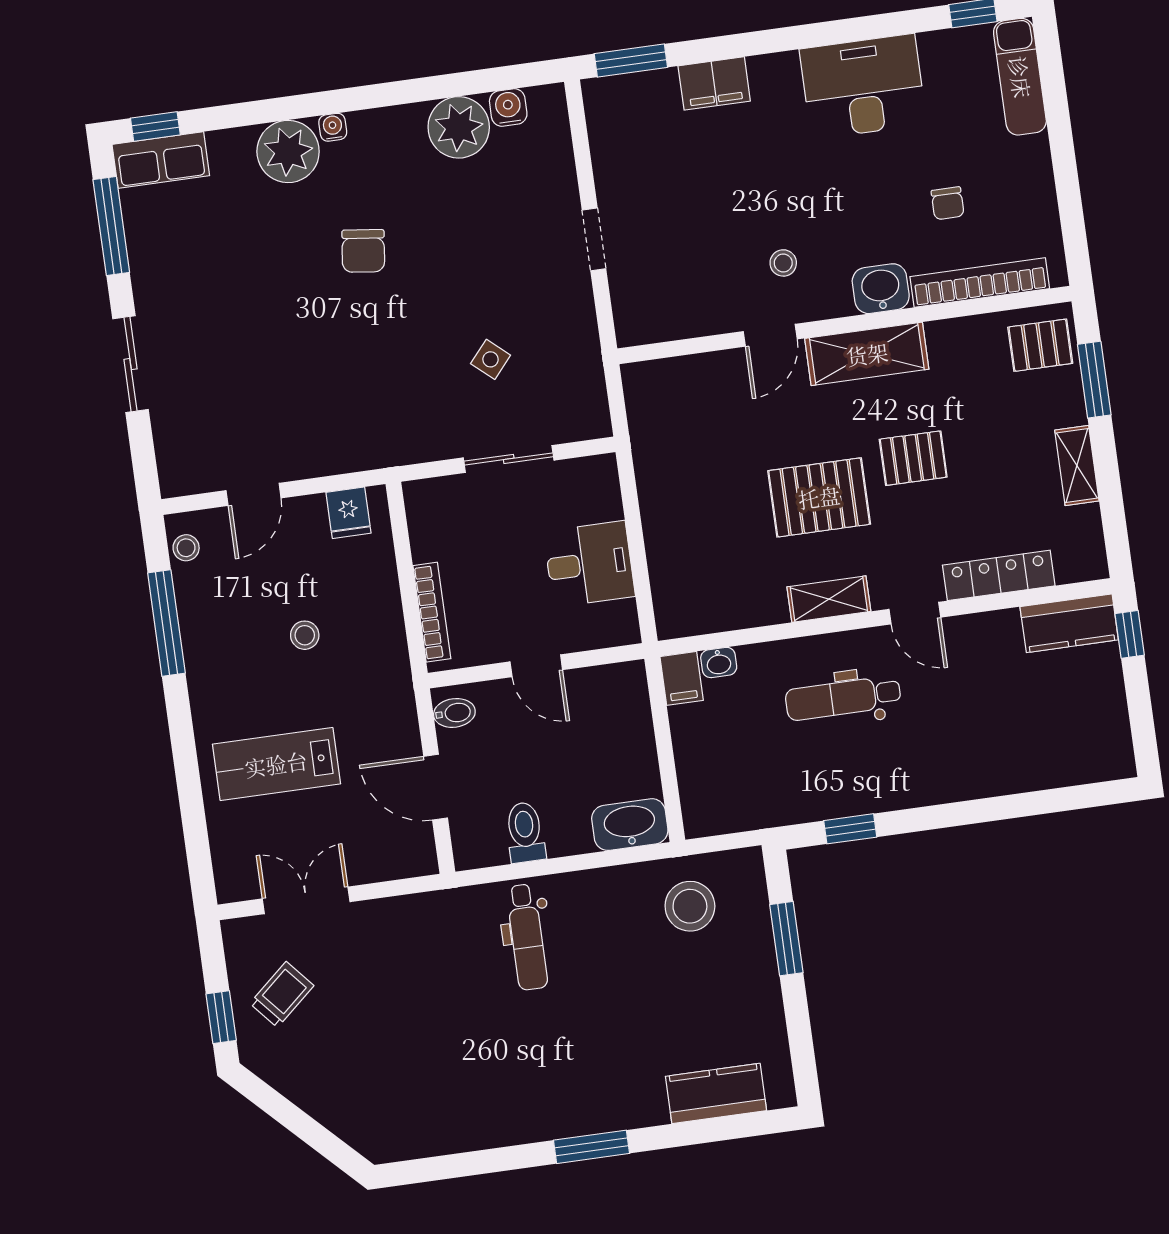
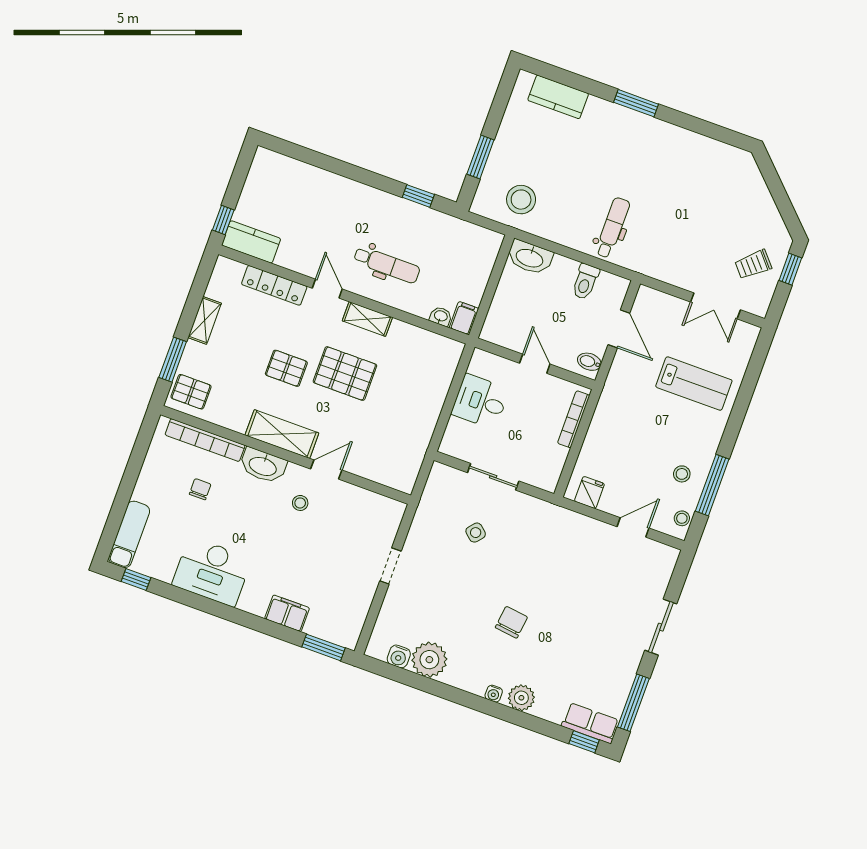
plant: (288, 151) -> (521, 698), width x0.73, depth x0.73
washbasin: (881, 289) -> (263, 466), width x1.38
stool: (305, 635) -> (682, 474), moved

